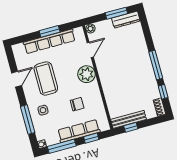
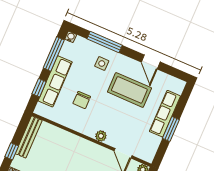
row of seats: (49, 41) -> (165, 114), width x0.73
plant: (87, 74) -> (101, 136), width x0.53, depth x0.53
window: (131, 127) -> (12, 151), moved

